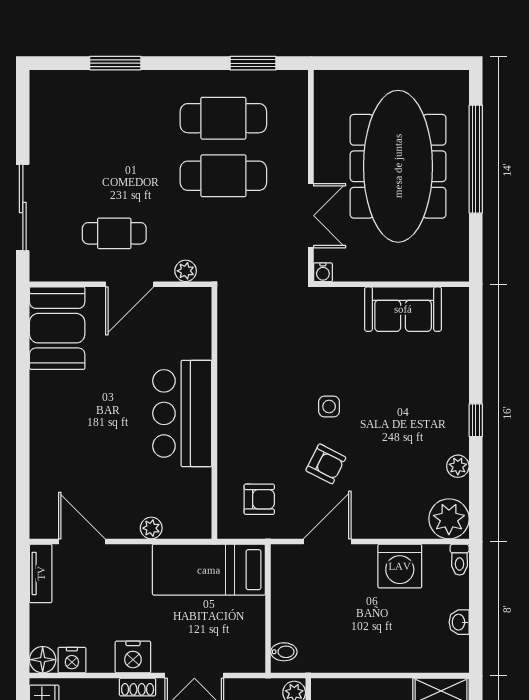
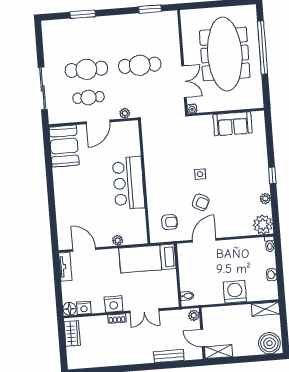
cafe table: (223, 118) -> (86, 69), moved
washing machine: (400, 566) -> (235, 292), moved, turned 180

